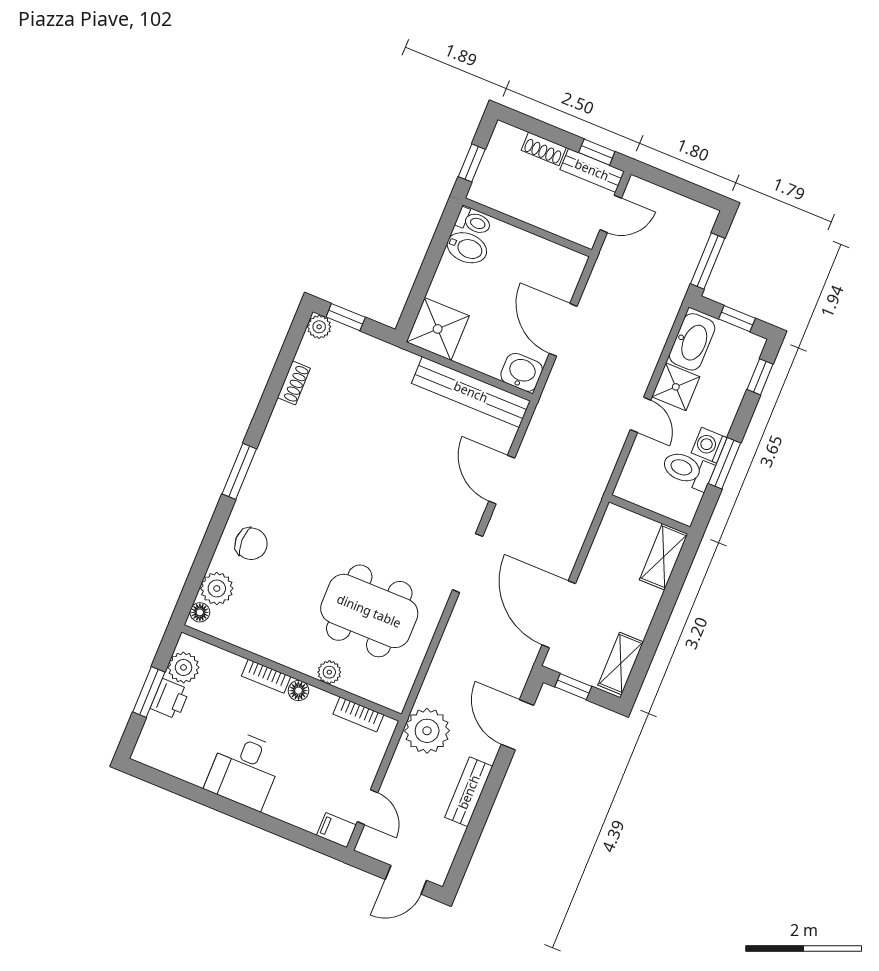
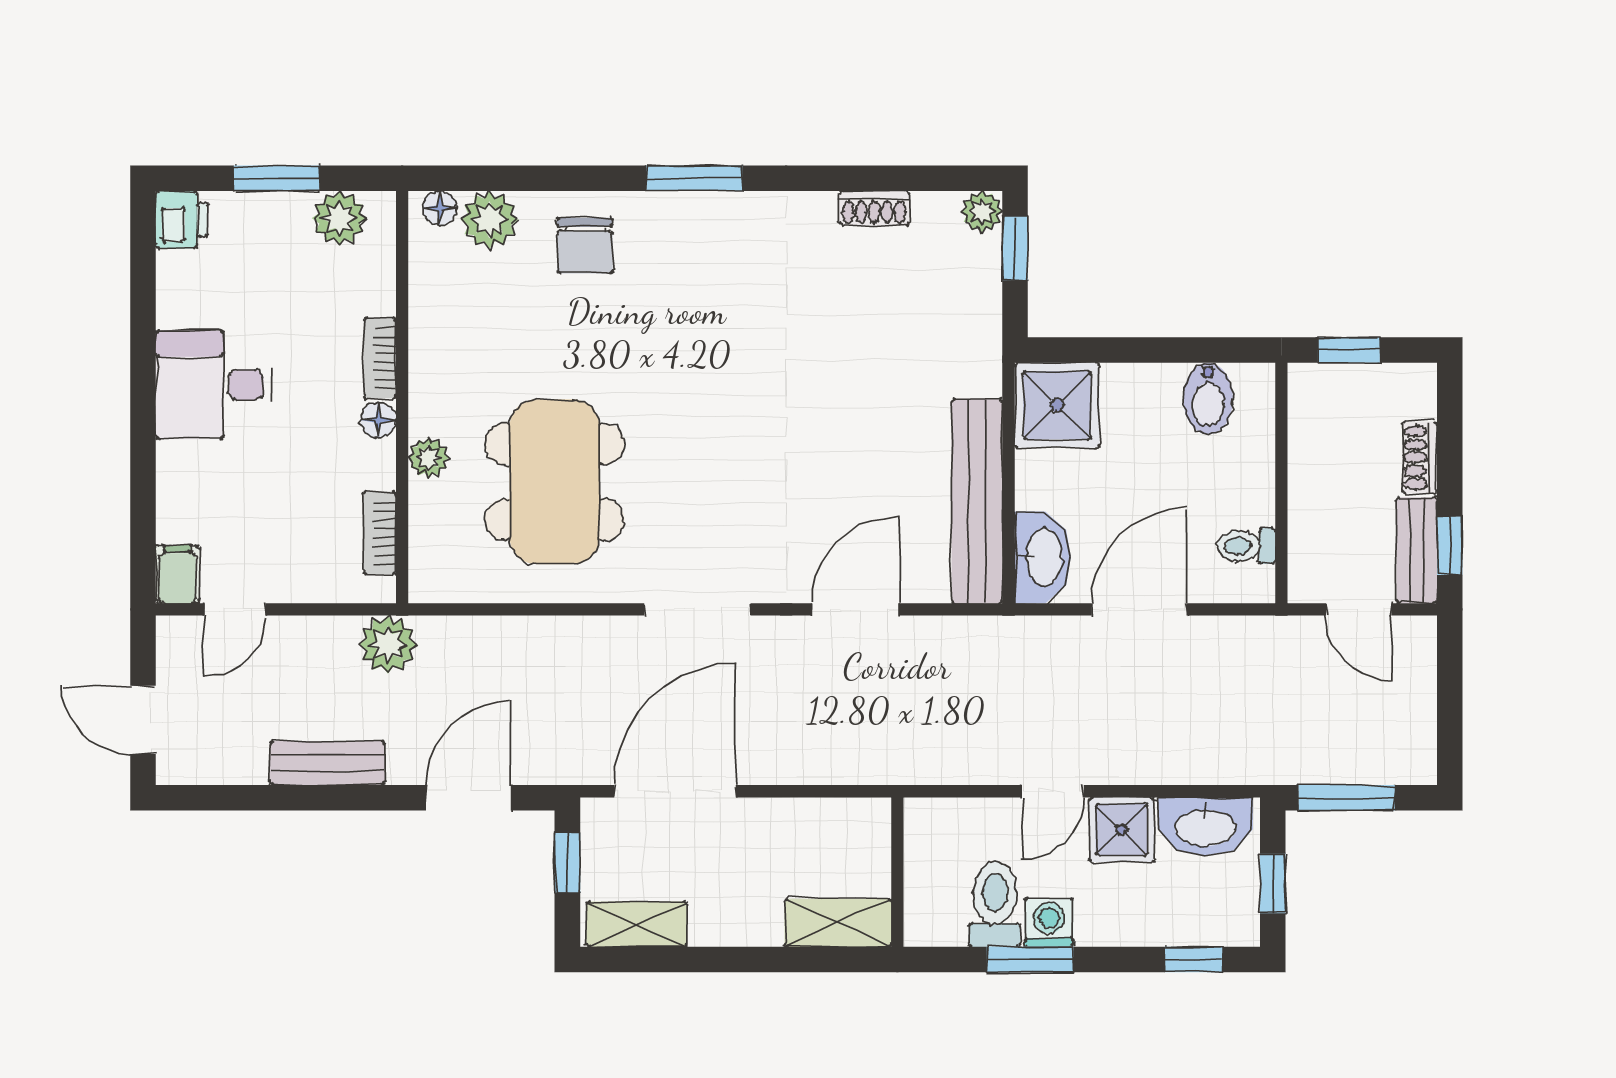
toilet: (473, 222) -> (1246, 546), moved, turned 90
washbasin: (522, 372) -> (1043, 557), width x1.38
printer: (170, 699) -> (182, 220), moved, turned -90
plant: (427, 731) -> (388, 645), width x0.73, depth x0.73

